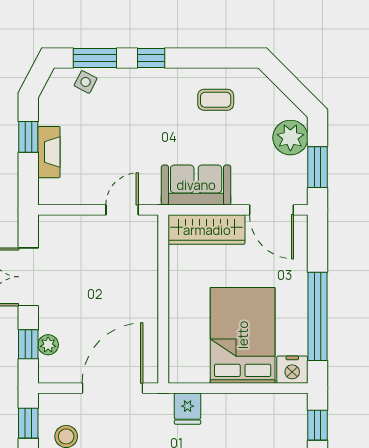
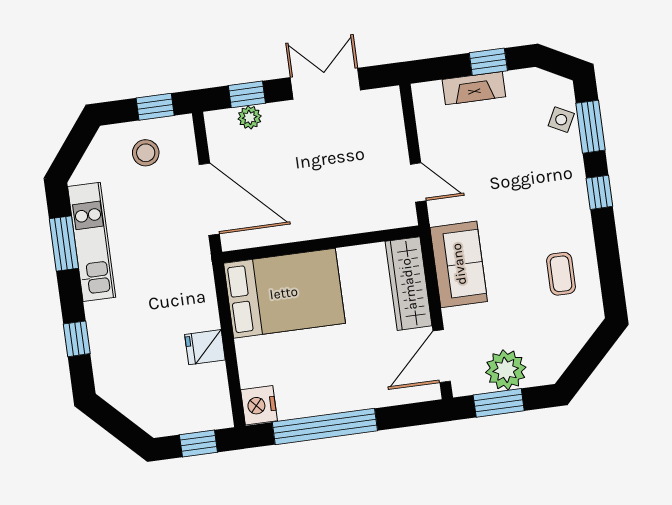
plant: (290, 138) -> (506, 370), moved
bed: (243, 335) -> (284, 293), moved
fridge: (188, 409) -> (205, 347), moved

